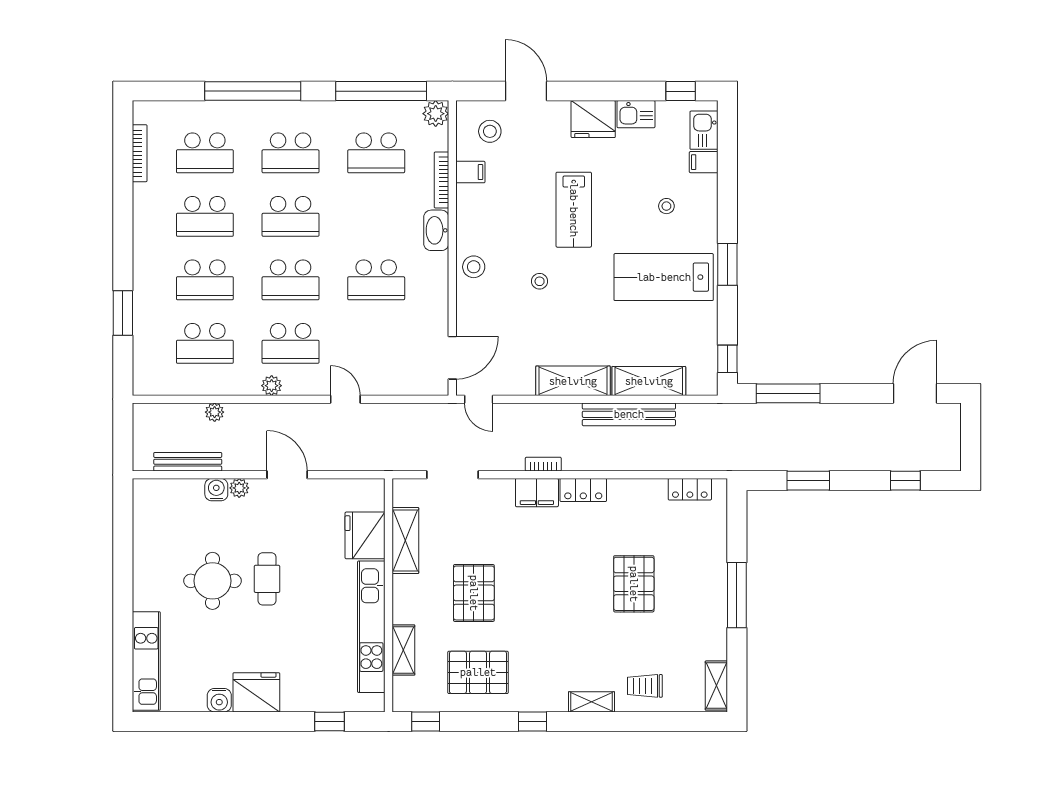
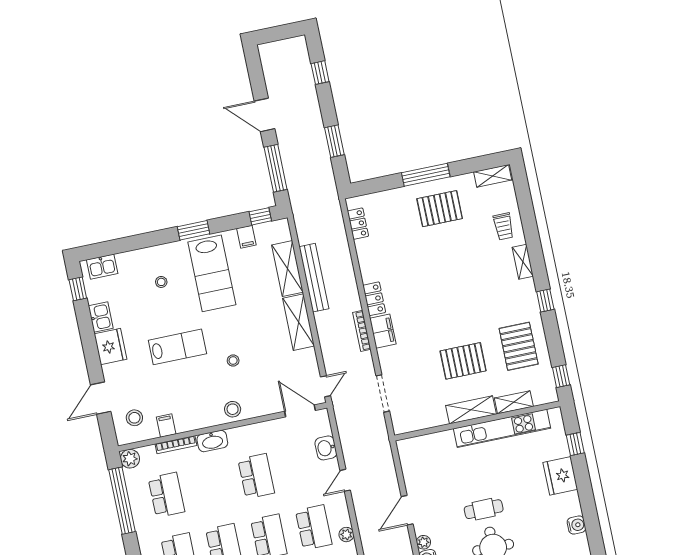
filing cabinet: (704, 162) -> (246, 237), moved
washbasin: (395, 382) -> (326, 448), added
door: (915, 393) -> (264, 115), moved
bookcase: (543, 464) -> (362, 331), width x1.56
fridge: (365, 535) -> (438, 446), removed
shelving: (405, 541) -> (471, 410), moved
pallet: (634, 584) -> (440, 209), moved
fridge: (256, 692) -> (560, 476), moved

